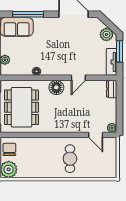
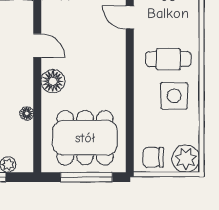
door: (96, 135) -> (130, 17), swing flipped
side table: (47, 162) -> (174, 96), added

